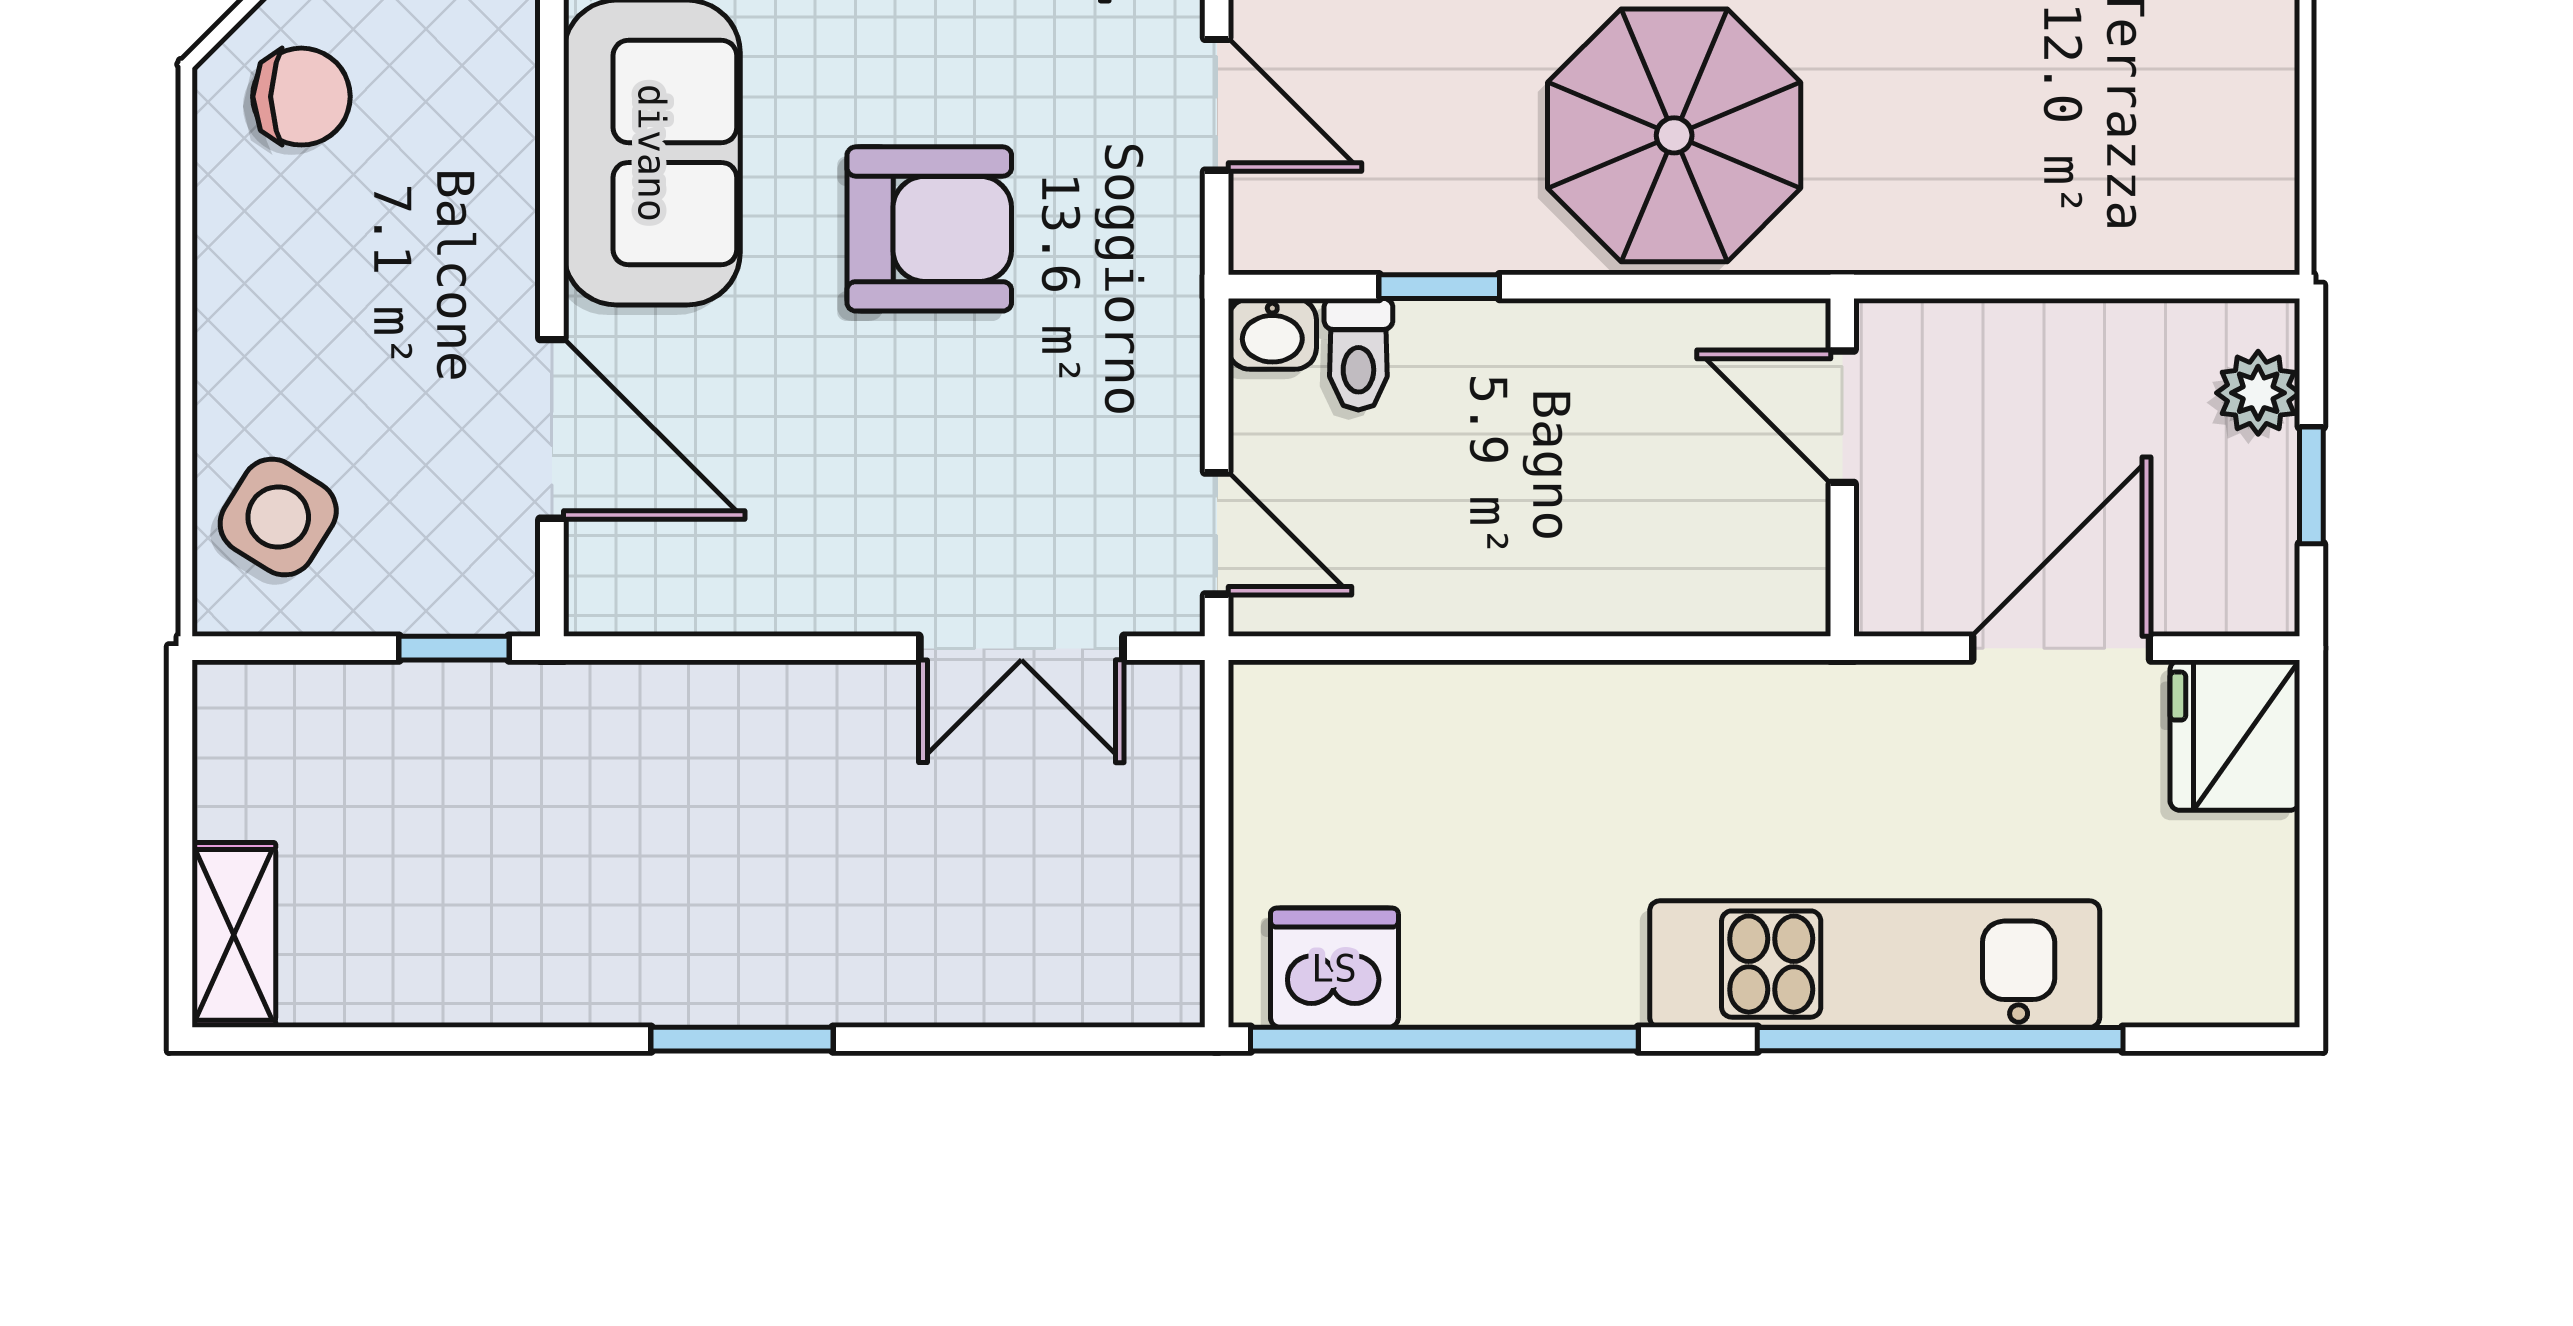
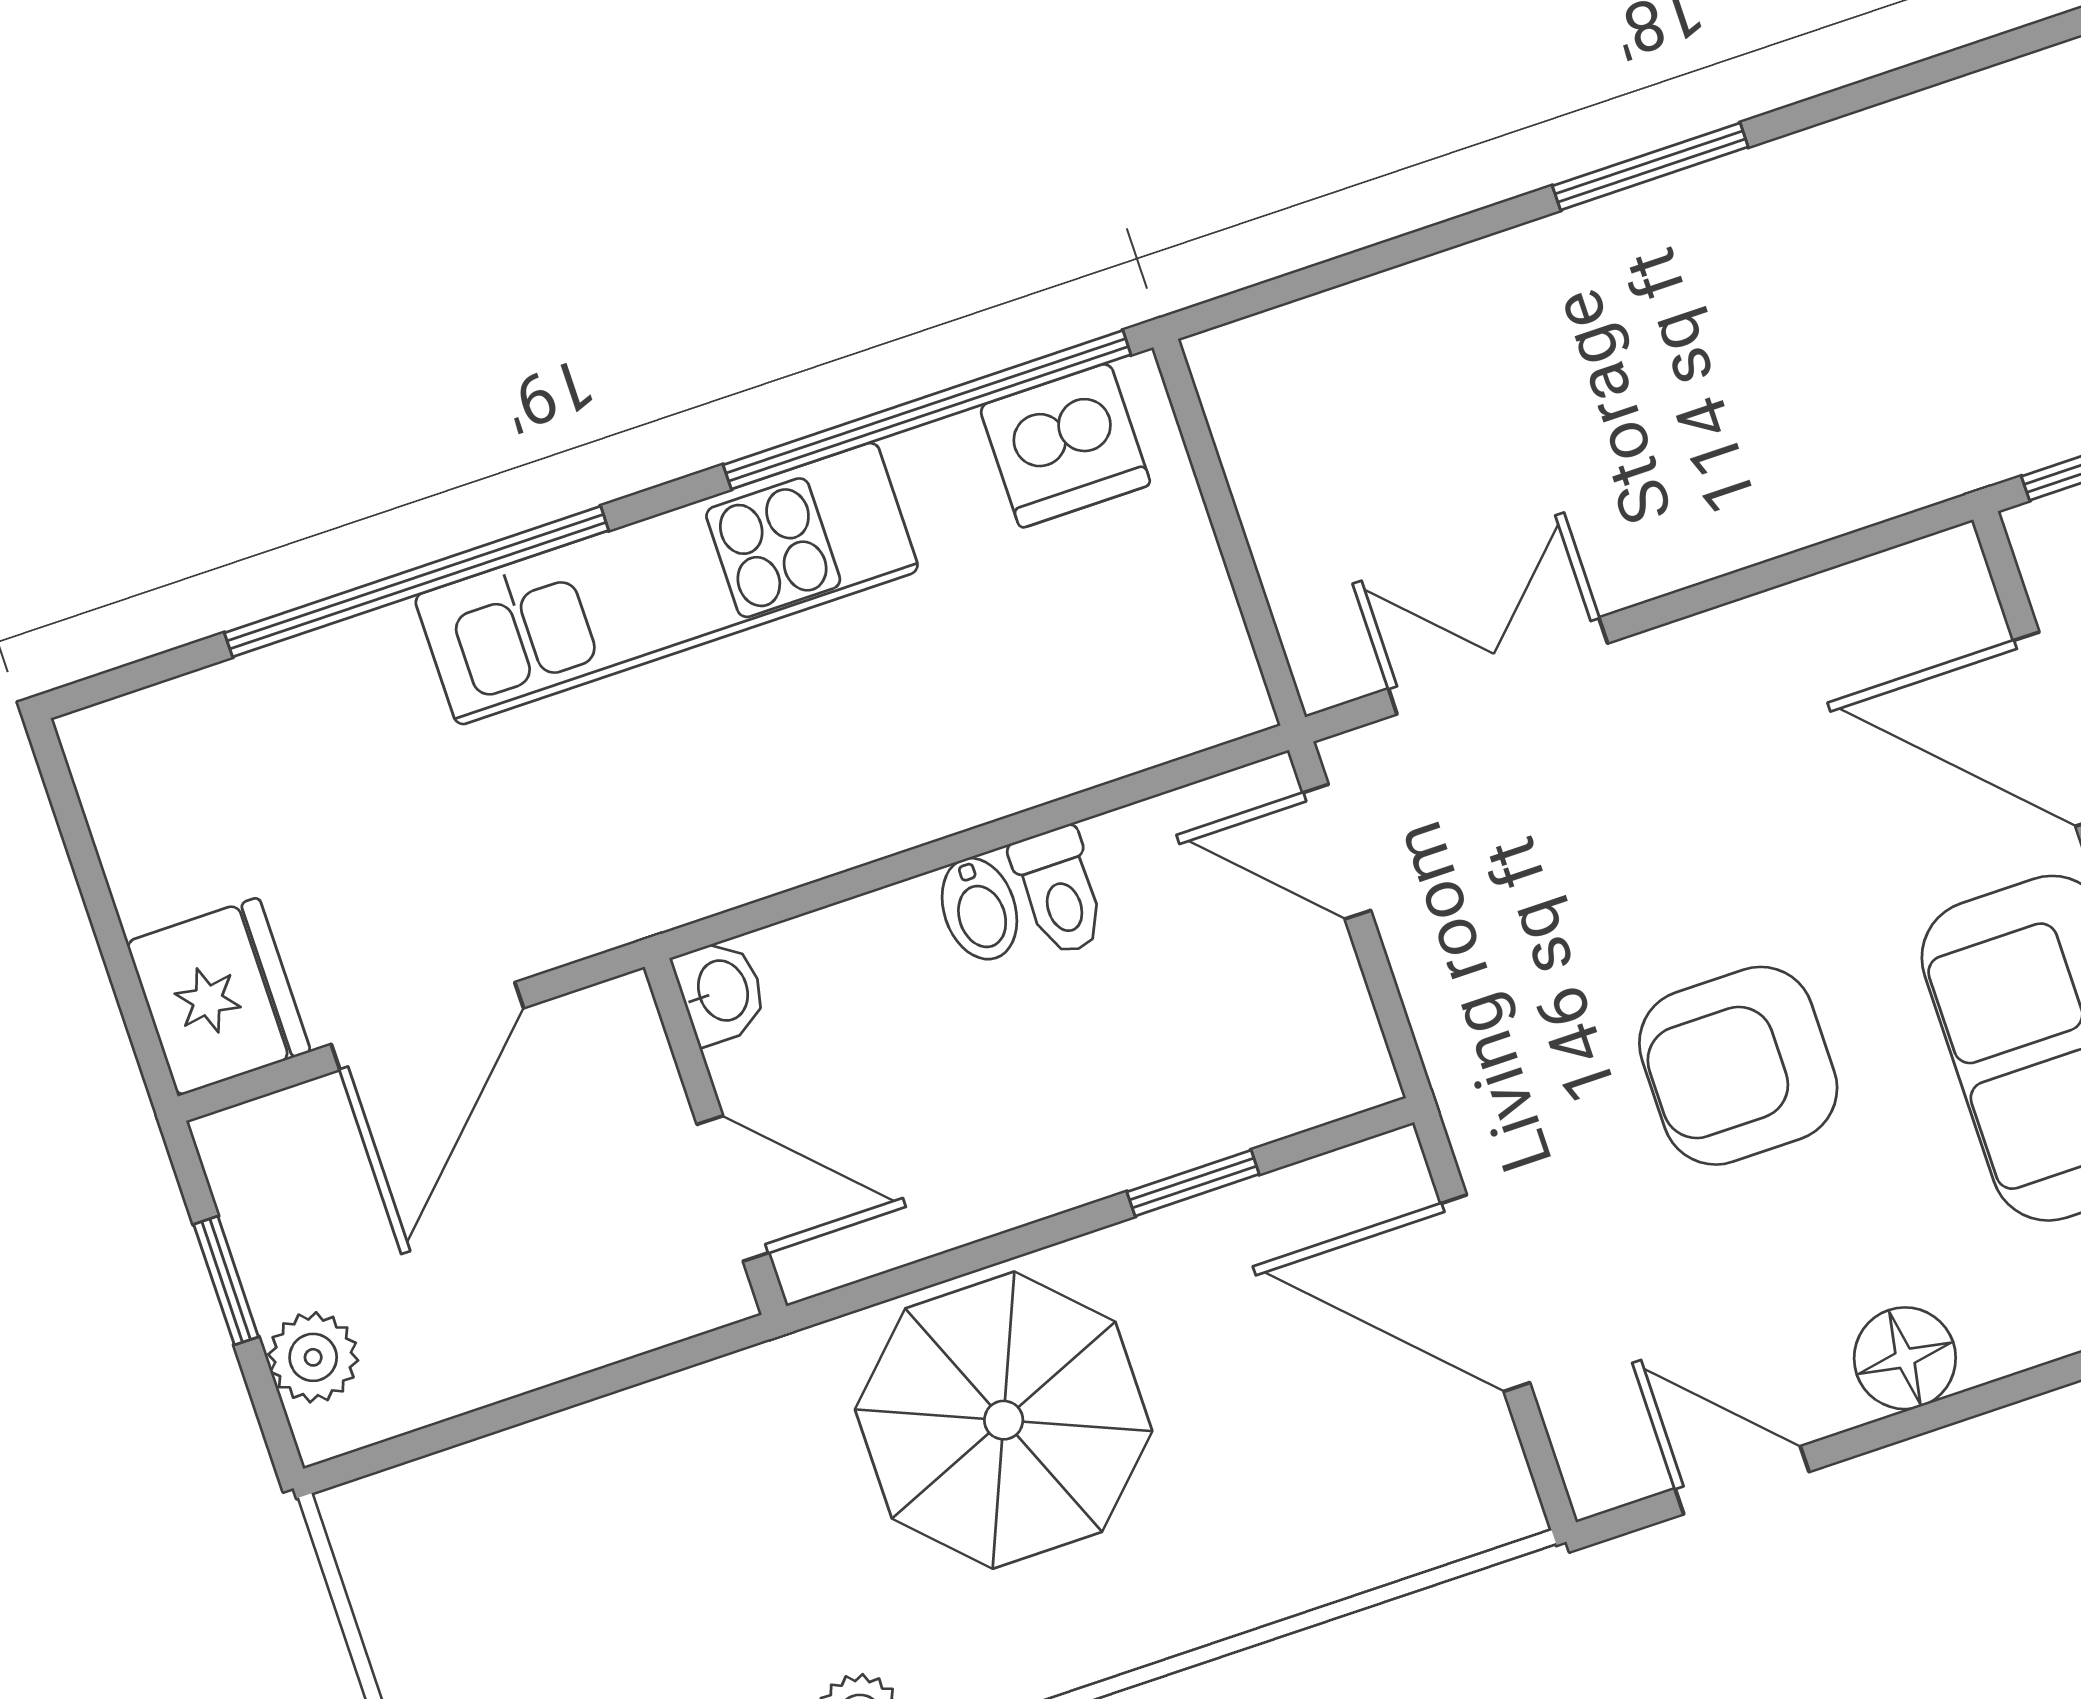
door: (1217, 105) -> (1485, 1293), width x1.38
washbasin: (1272, 334) -> (721, 991), moved, turned 90
toilet: (1358, 354) -> (1059, 891), moved, turned 180
bidet: (1545, 589) -> (979, 909), added
kitchen unit: (1875, 964) -> (667, 584), moved

